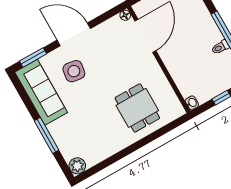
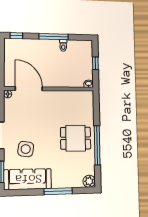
dining table: (137, 108) -> (76, 138), moved
window: (124, 153) -> (97, 145), added

